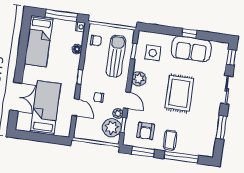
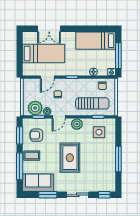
window: (189, 33) -> (118, 159), width x2.17
sofa: (191, 49) -> (38, 183), moved, turned 90
rug: (179, 93) -> (70, 158), turned 90

